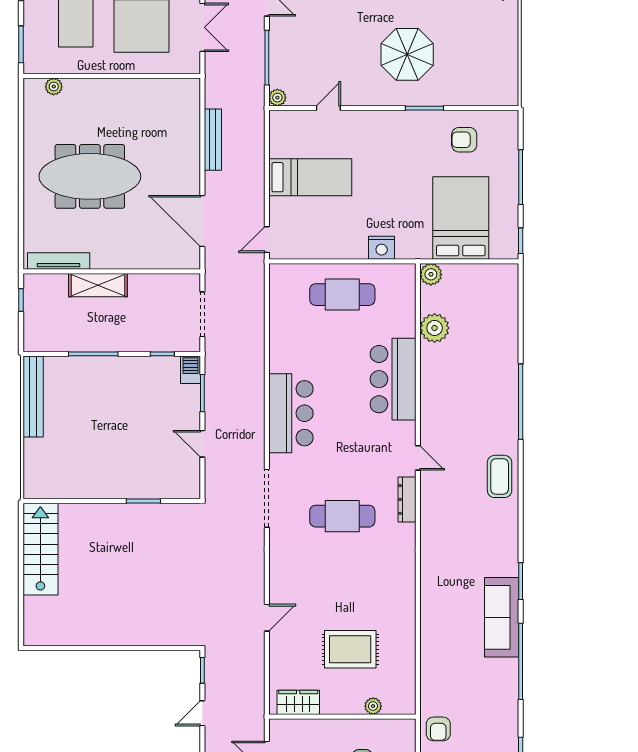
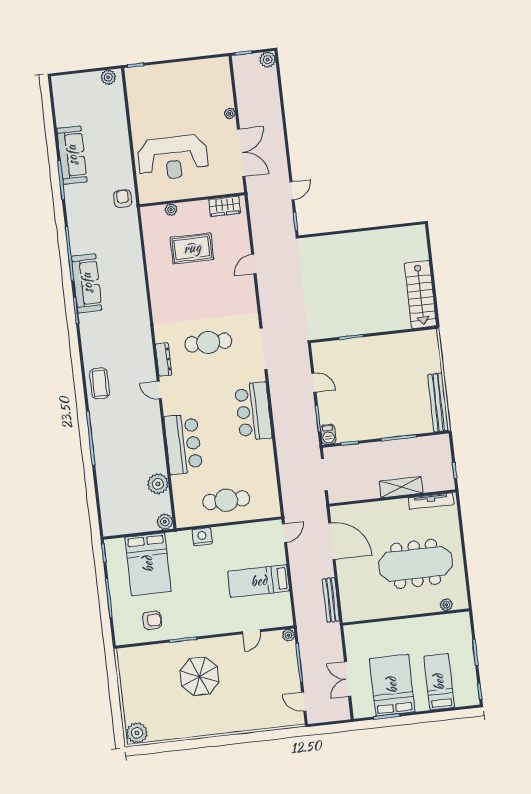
wall: (112, 76) -> (406, 617), moved
plant: (54, 87) -> (446, 605), moved

